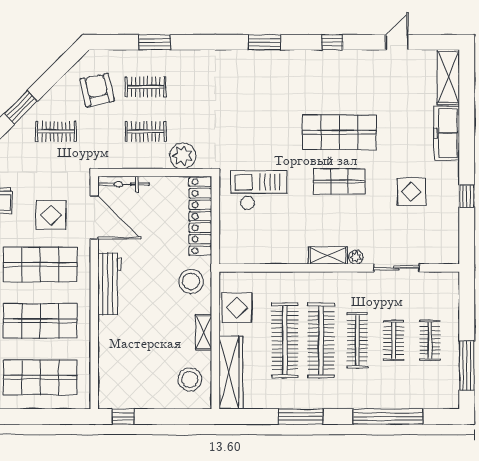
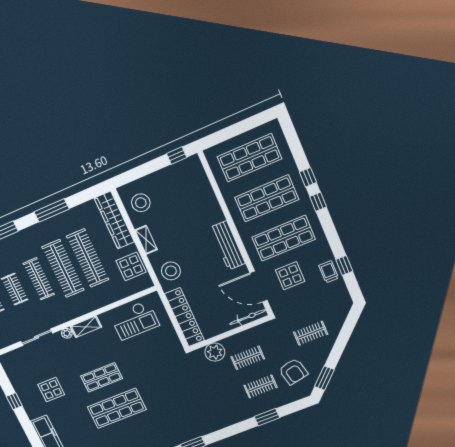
window: (21, 107) -> (324, 378), moved
checkout: (259, 190) -> (135, 320), moved

